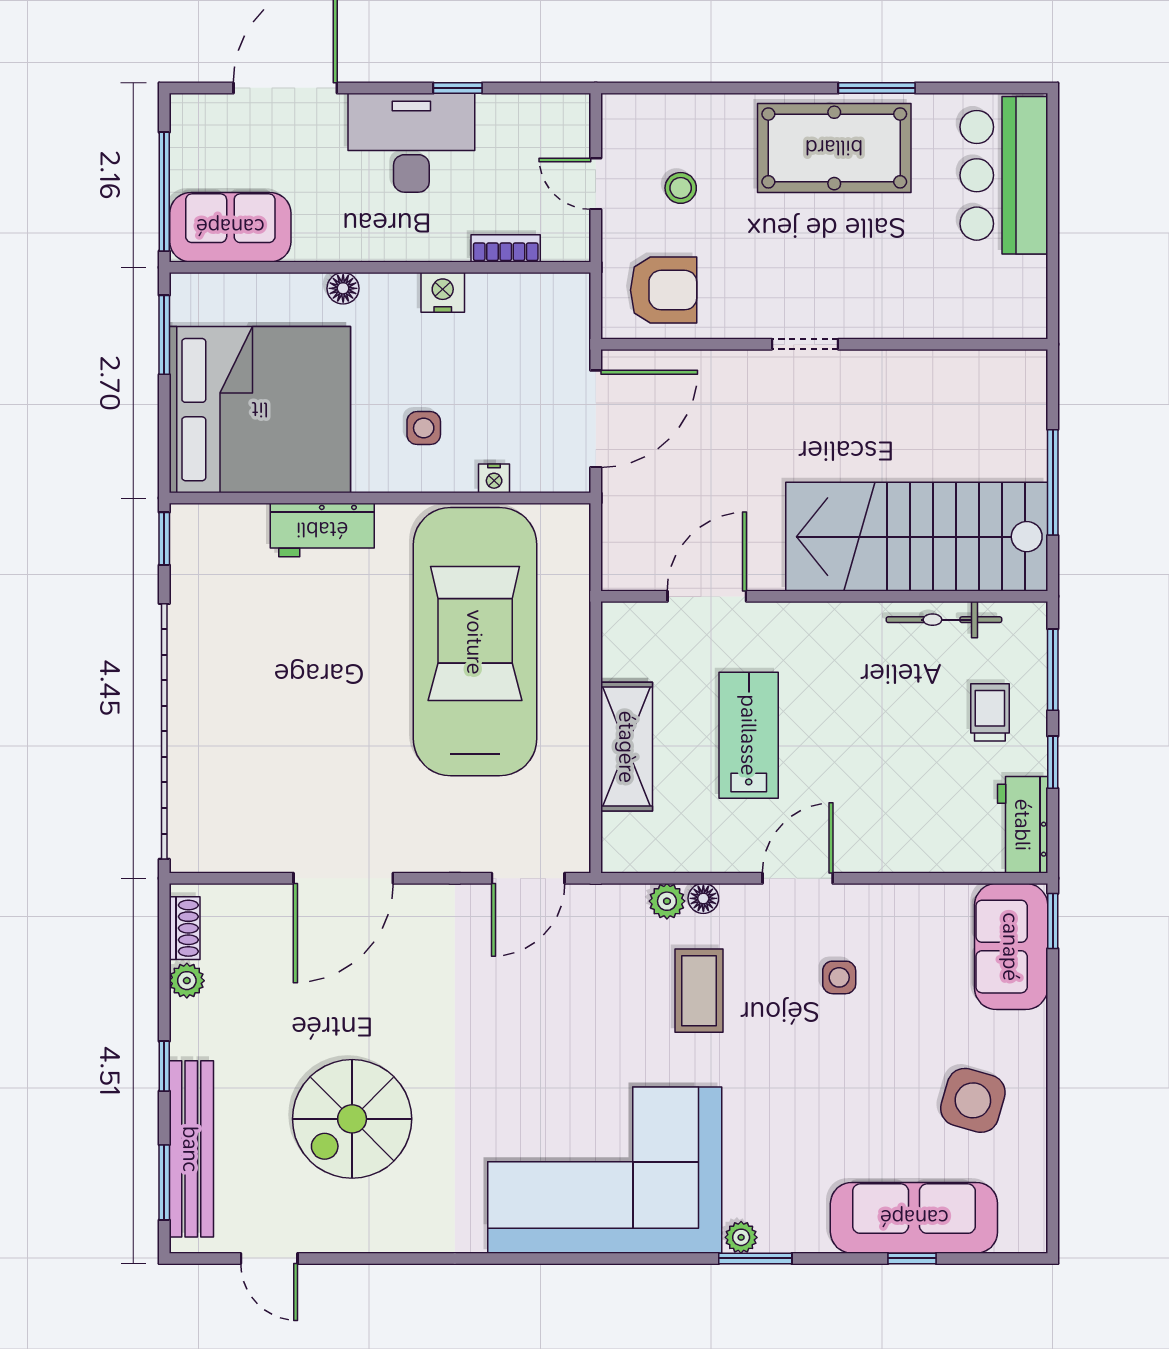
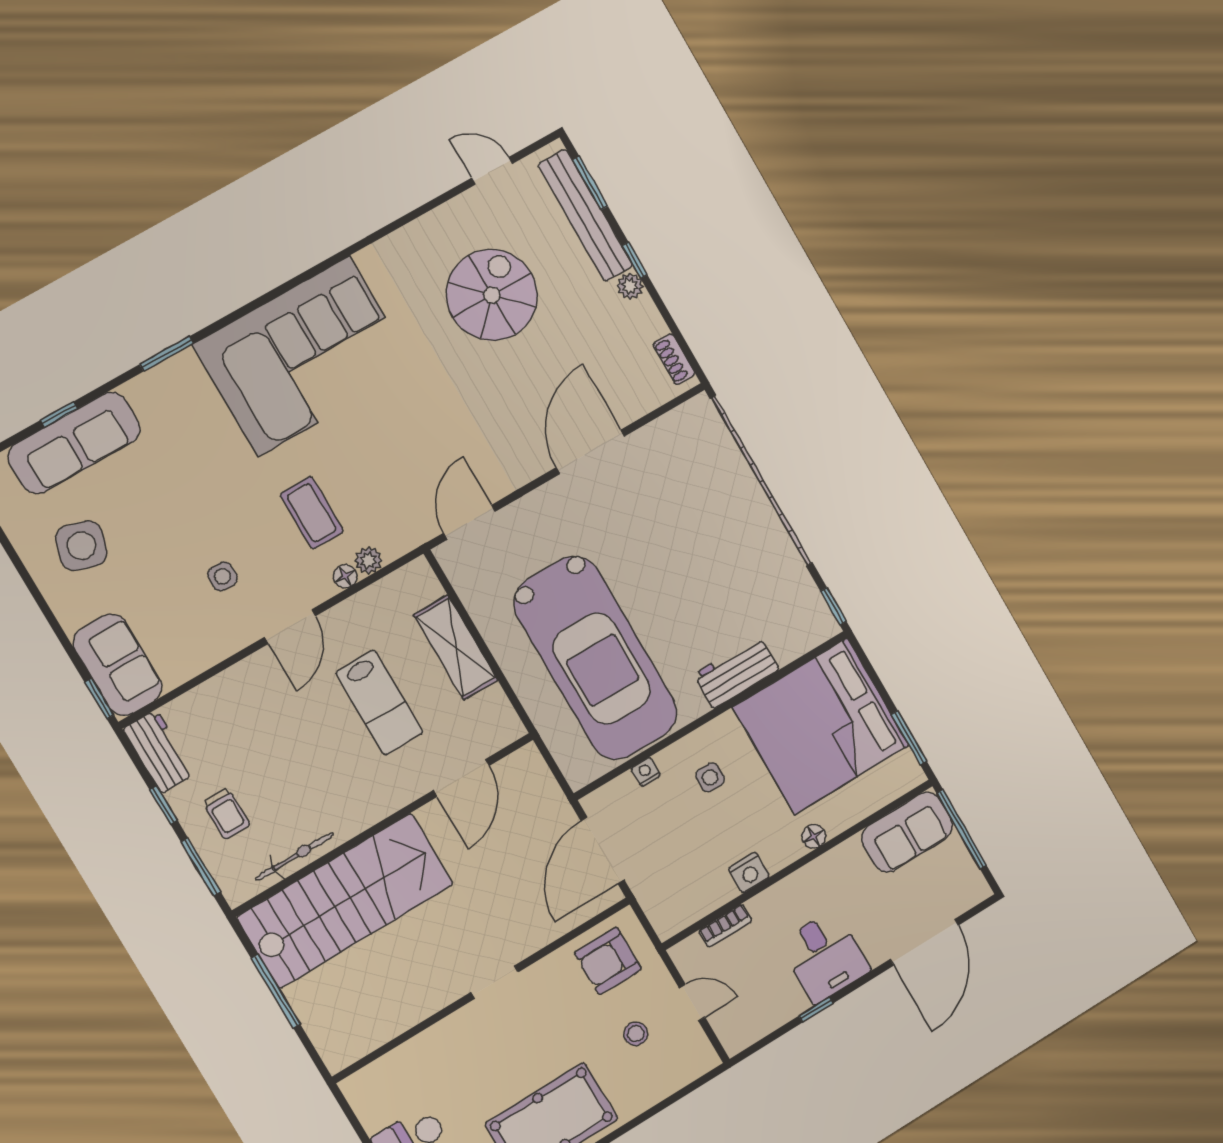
desk: (411, 143) -> (825, 956), width x0.73
plant: (187, 981) -> (630, 286), moved
plant: (741, 1237) -> (185, 363), removed

